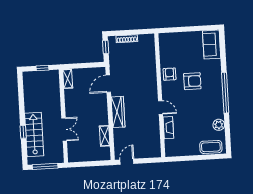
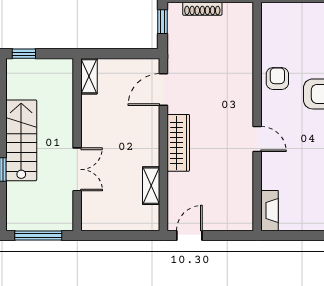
window: (42, 68) -> (24, 54), moved
fireplace: (168, 128) -> (270, 211), moved
stairs: (34, 134) -> (21, 140), moved

